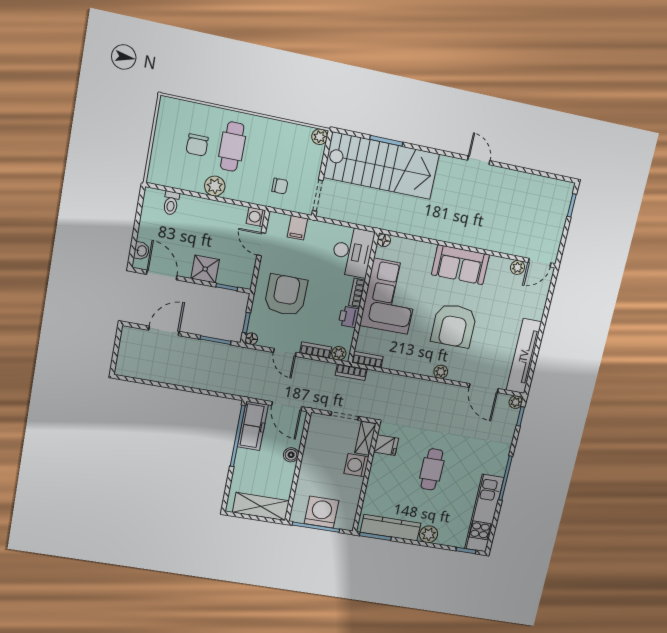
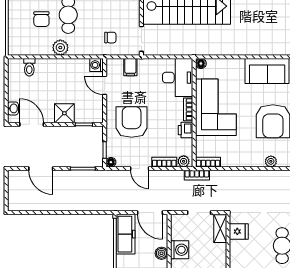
door: (164, 331) -> (41, 169), swing flipped
washing machine: (356, 465) -> (180, 250), moved, turned 180

